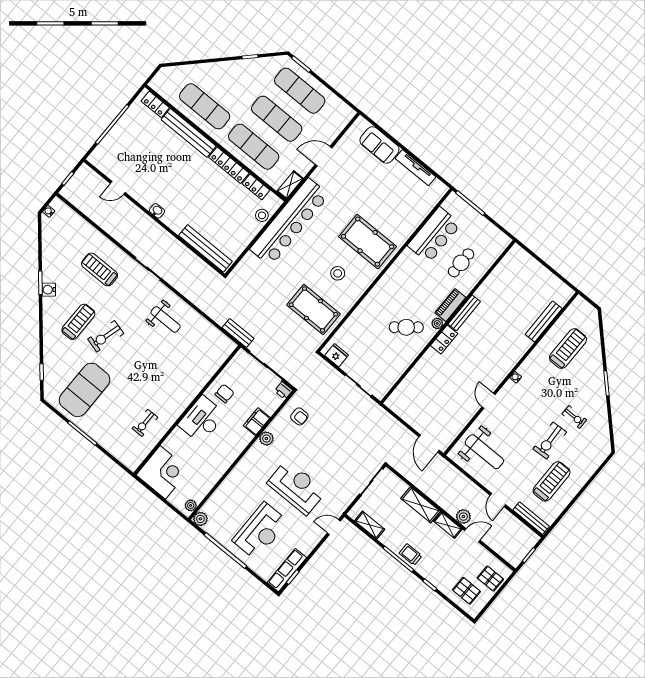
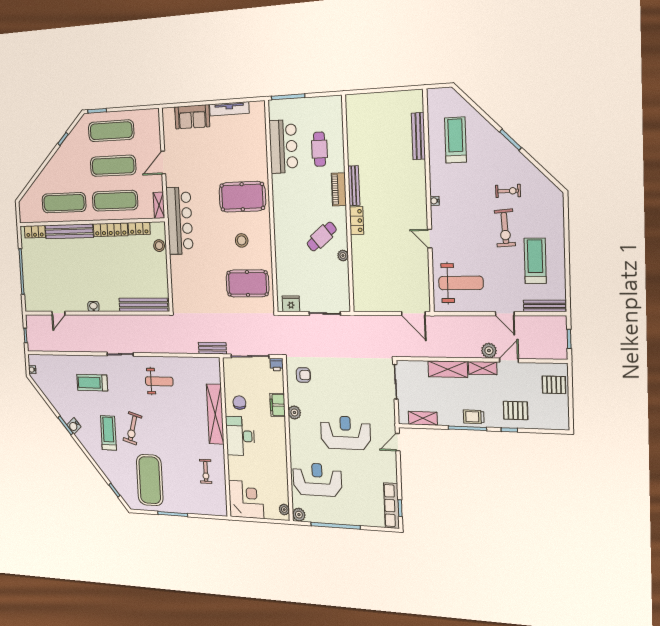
bar counter: (290, 222) -> (180, 221), width x0.73
plant: (437, 323) -> (343, 256), moved
shelving: (194, 385) -> (215, 414), added
reception desk: (260, 531) -> (317, 480), moved, turned -90
pallet: (466, 591) -> (515, 411), moved

